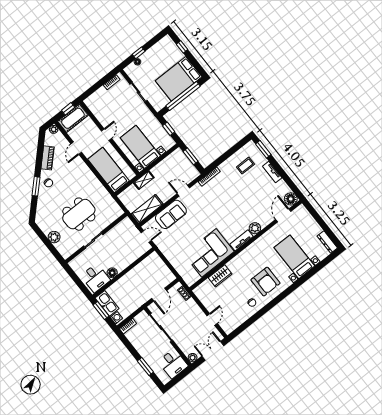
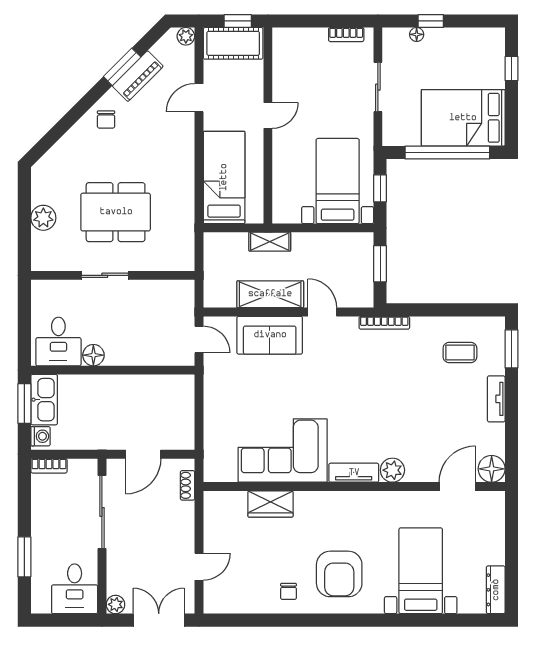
bed with nightstands: (140, 147) -> (338, 181), moved
window: (36, 186) -> (122, 67), moved
shelving: (147, 209) -> (270, 294), moved

